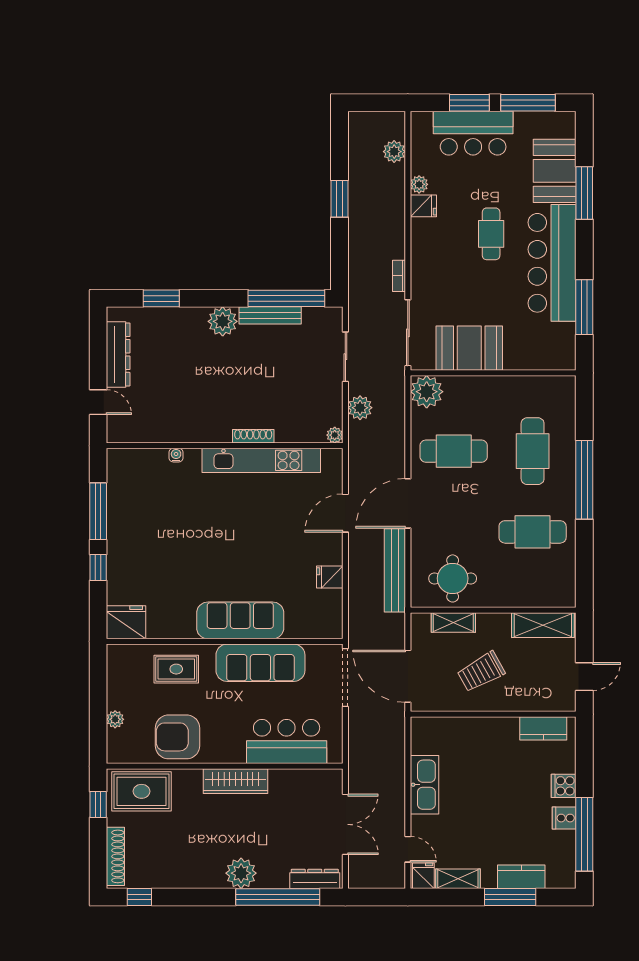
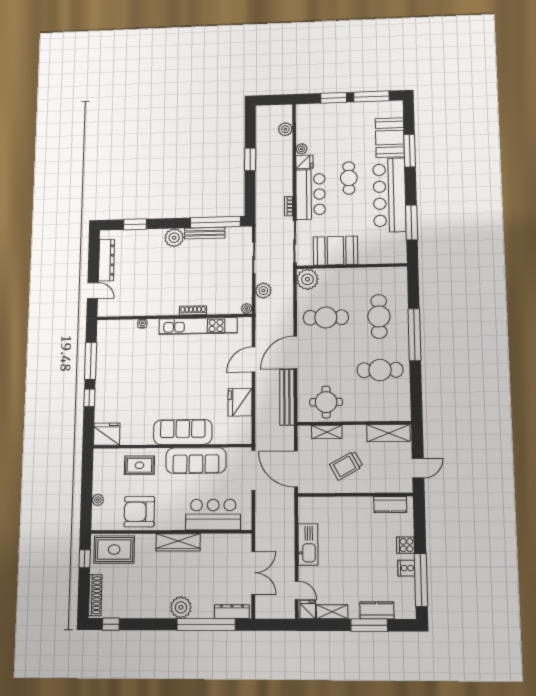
bar counter: (473, 133) -> (311, 194), moved, turned -90
fridge: (330, 577) -> (240, 402), width x1.88, depth x1.34

